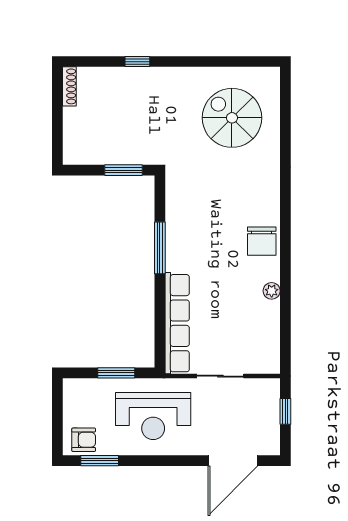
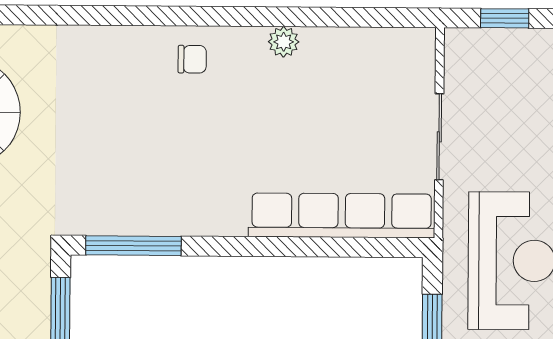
chair: (262, 241) -> (192, 59), width x0.54, depth x0.54
window: (160, 248) -> (133, 246), moved

